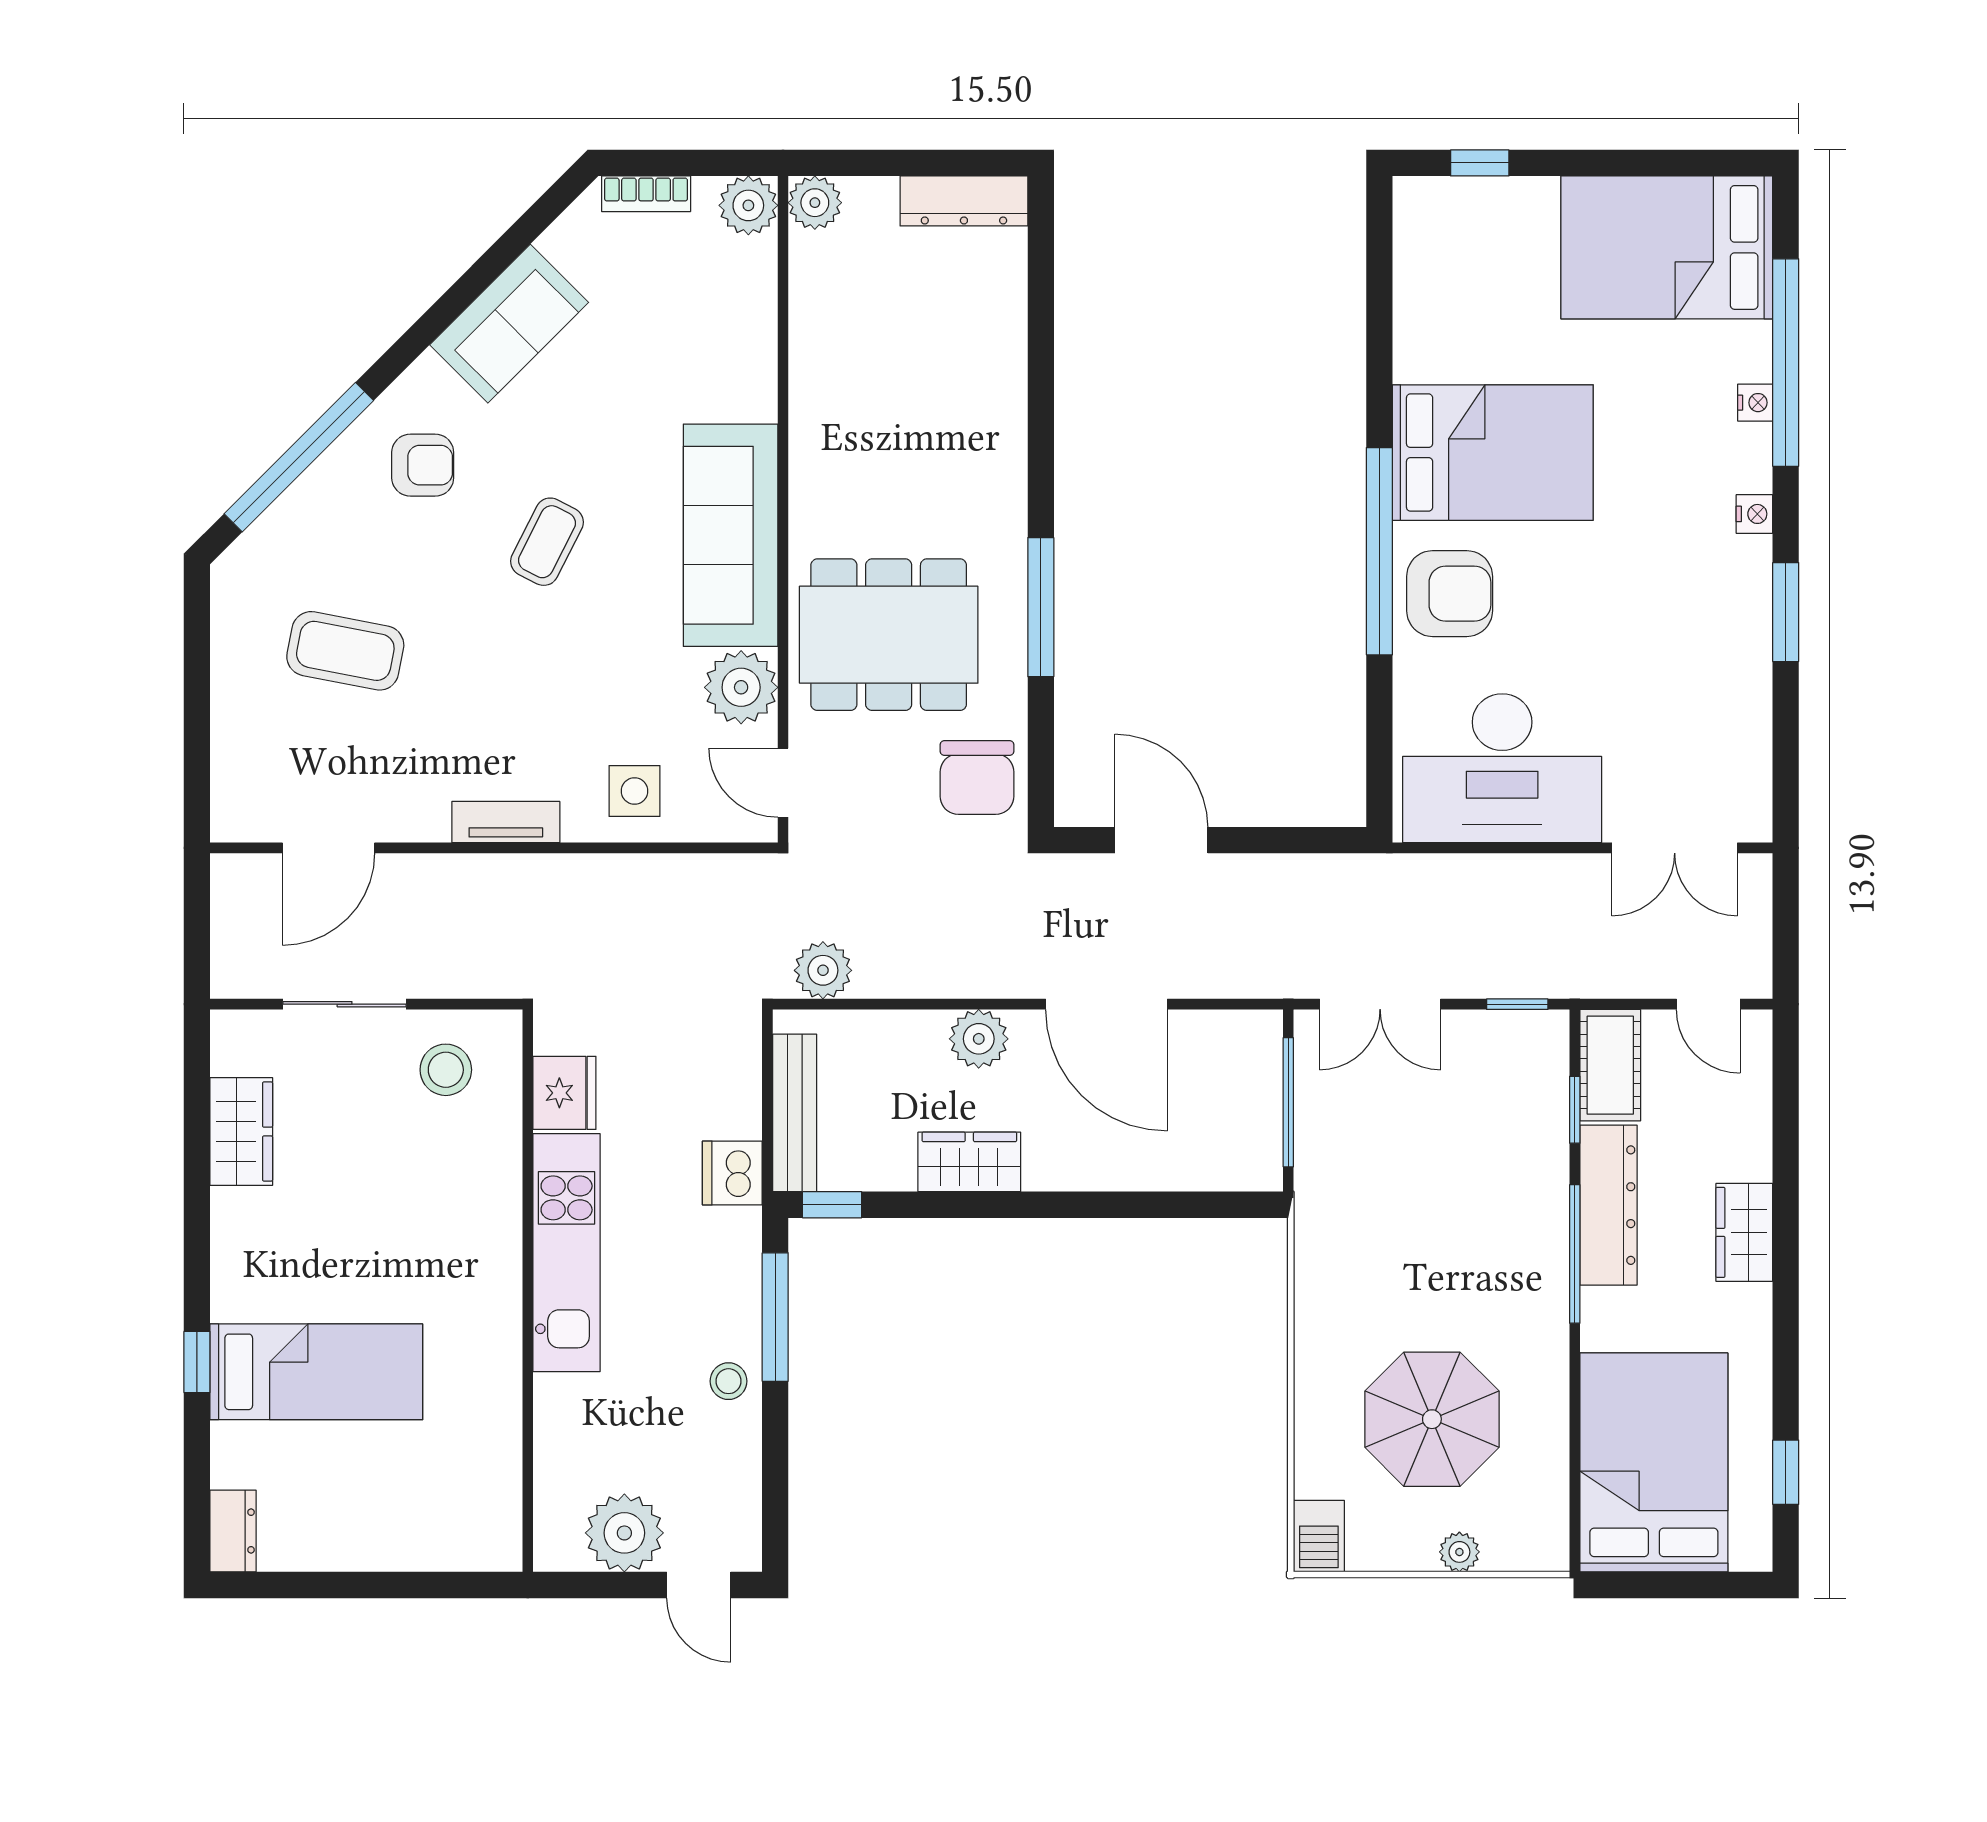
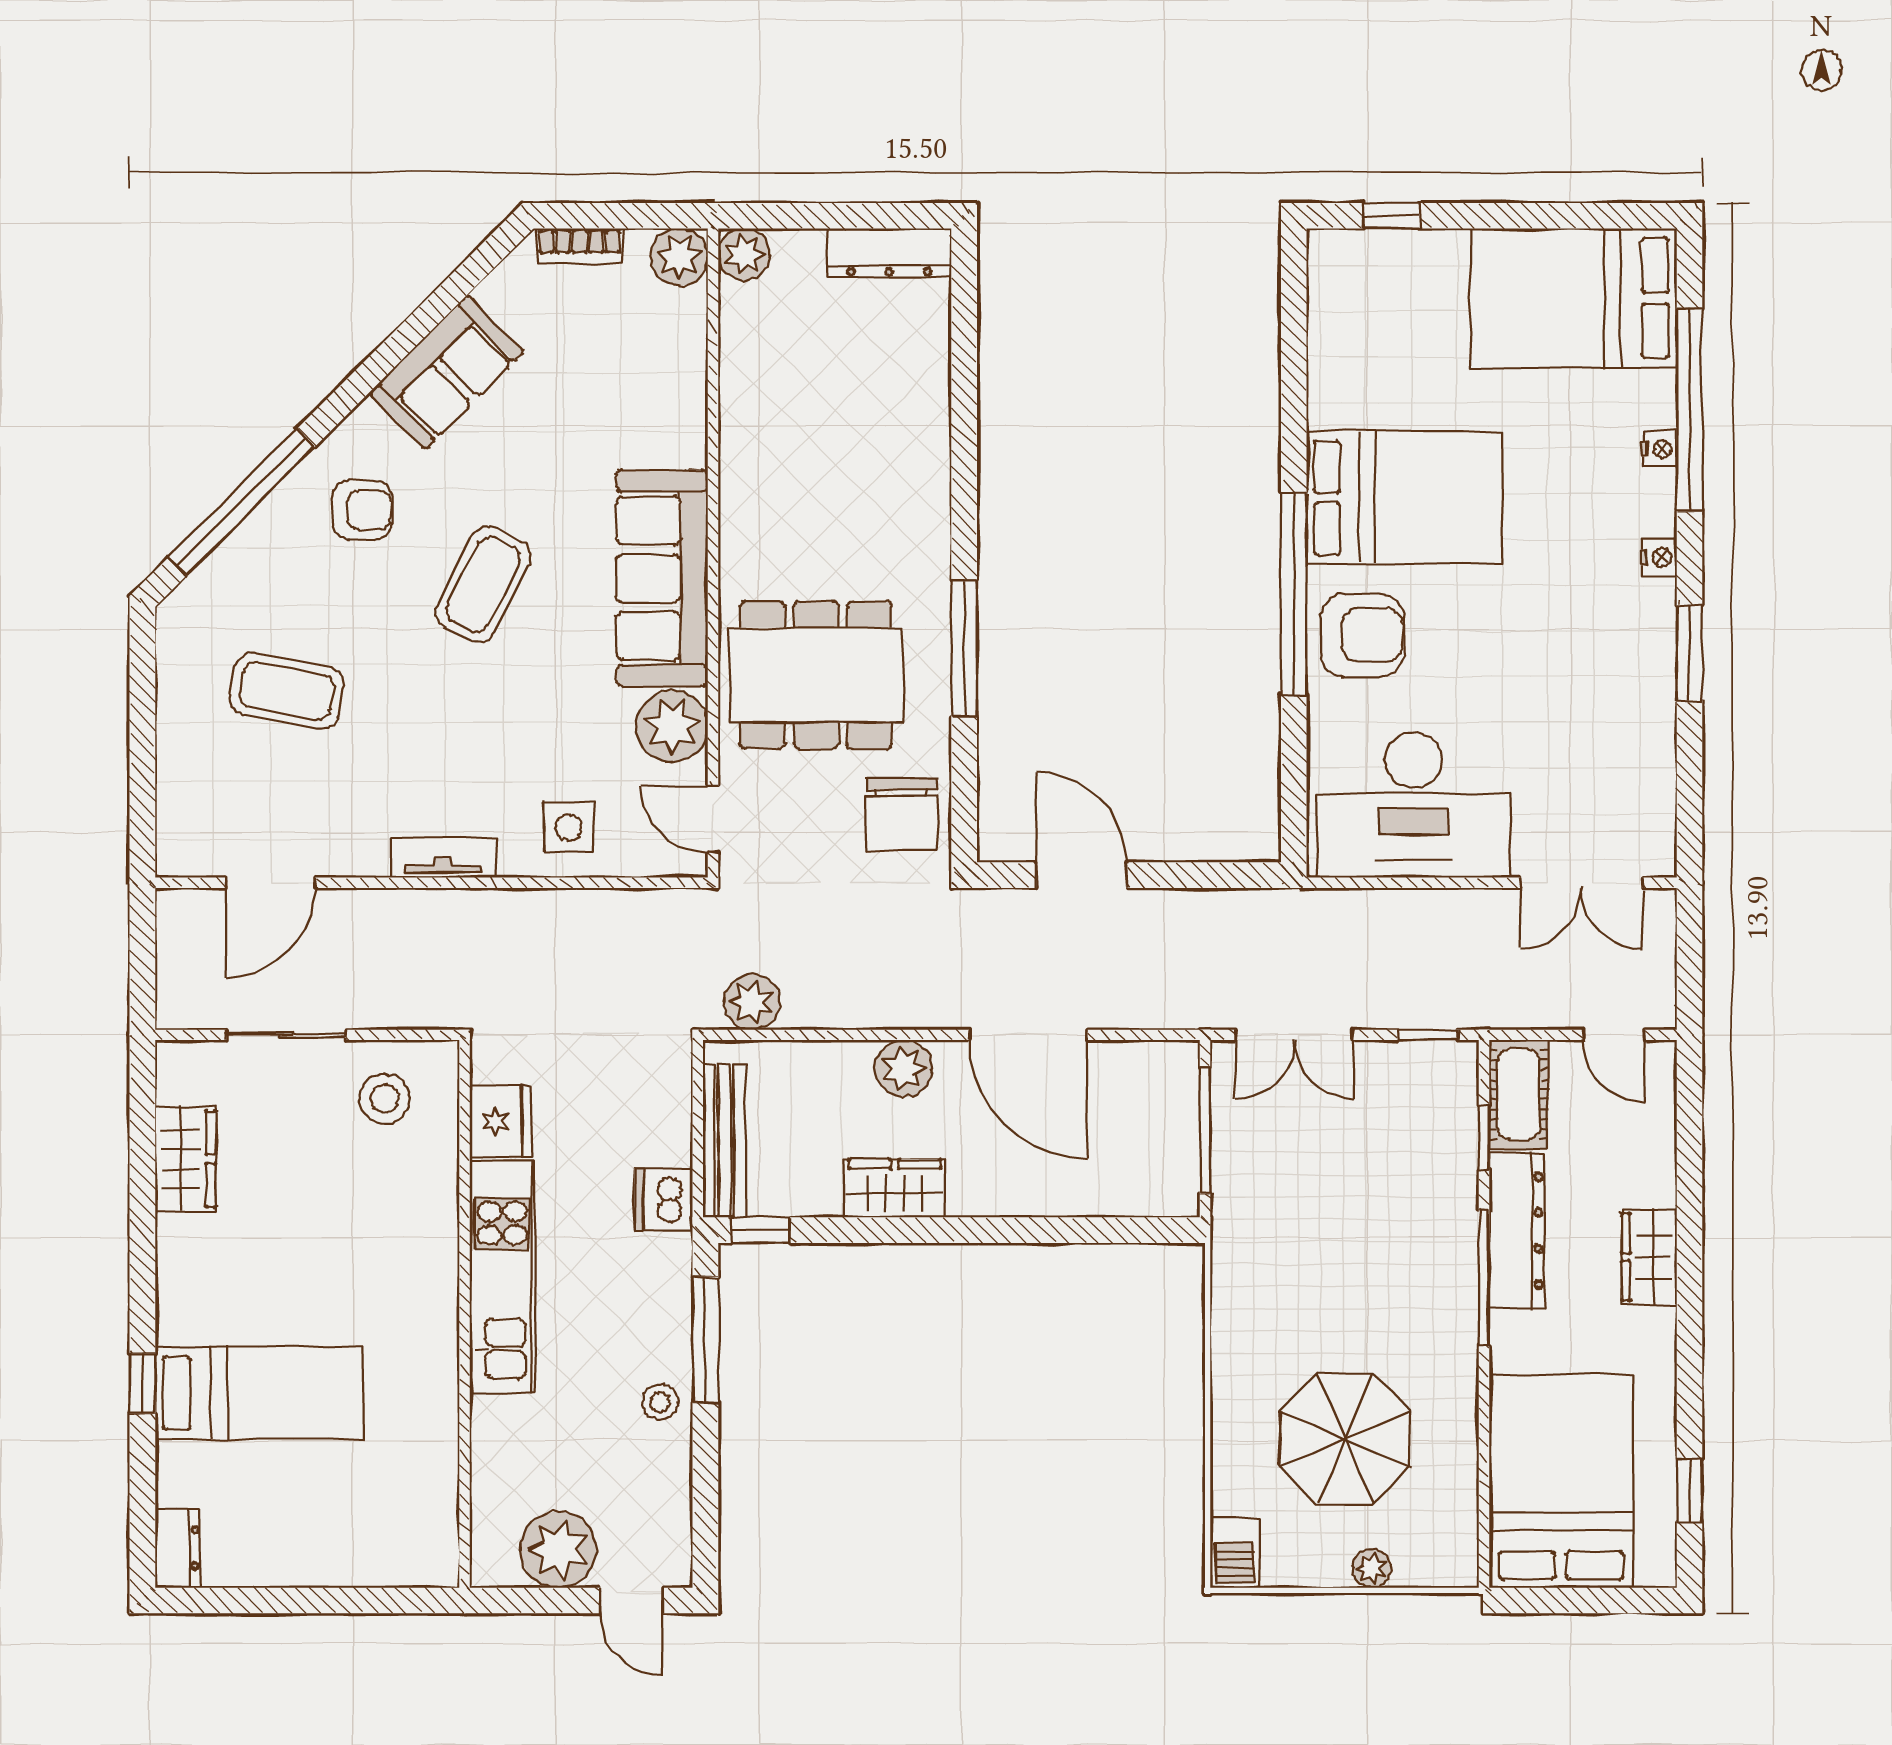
coffee table: (547, 542) -> (483, 584), width x1.36, depth x1.30

